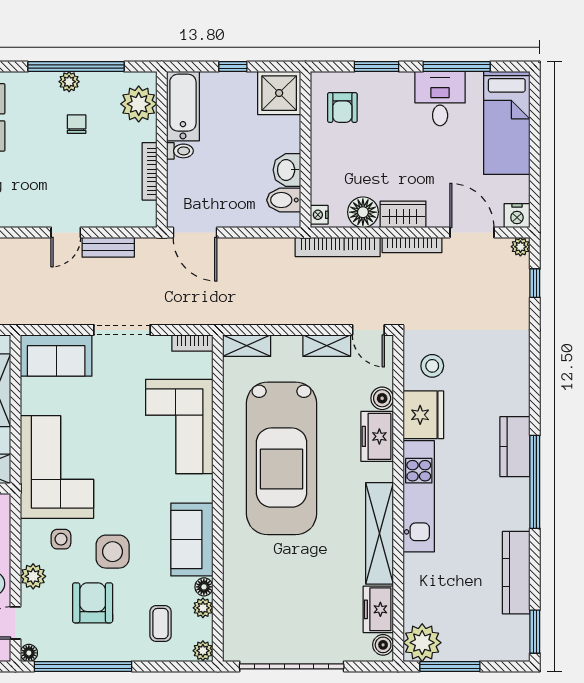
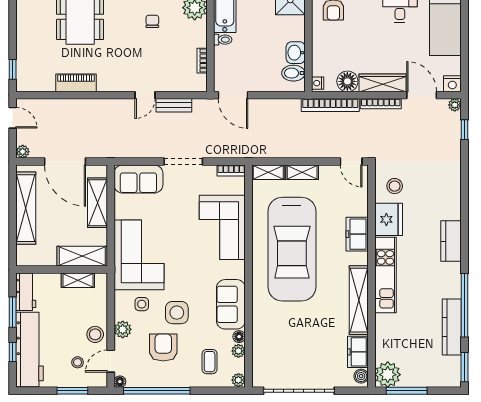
bookcase: (149, 171) -> (202, 61), width x0.64
wardrobe: (403, 214) -> (383, 83), width x1.50
shelving: (327, 346) -> (302, 172), moved
boiler: (382, 398) -> (360, 208), removed
window: (535, 482) -> (464, 305), moved

